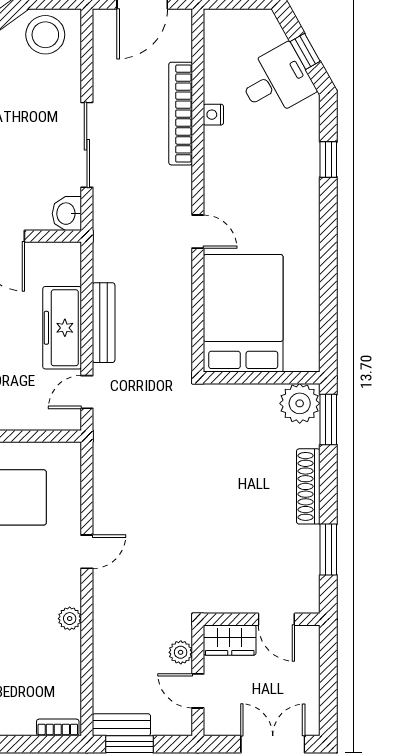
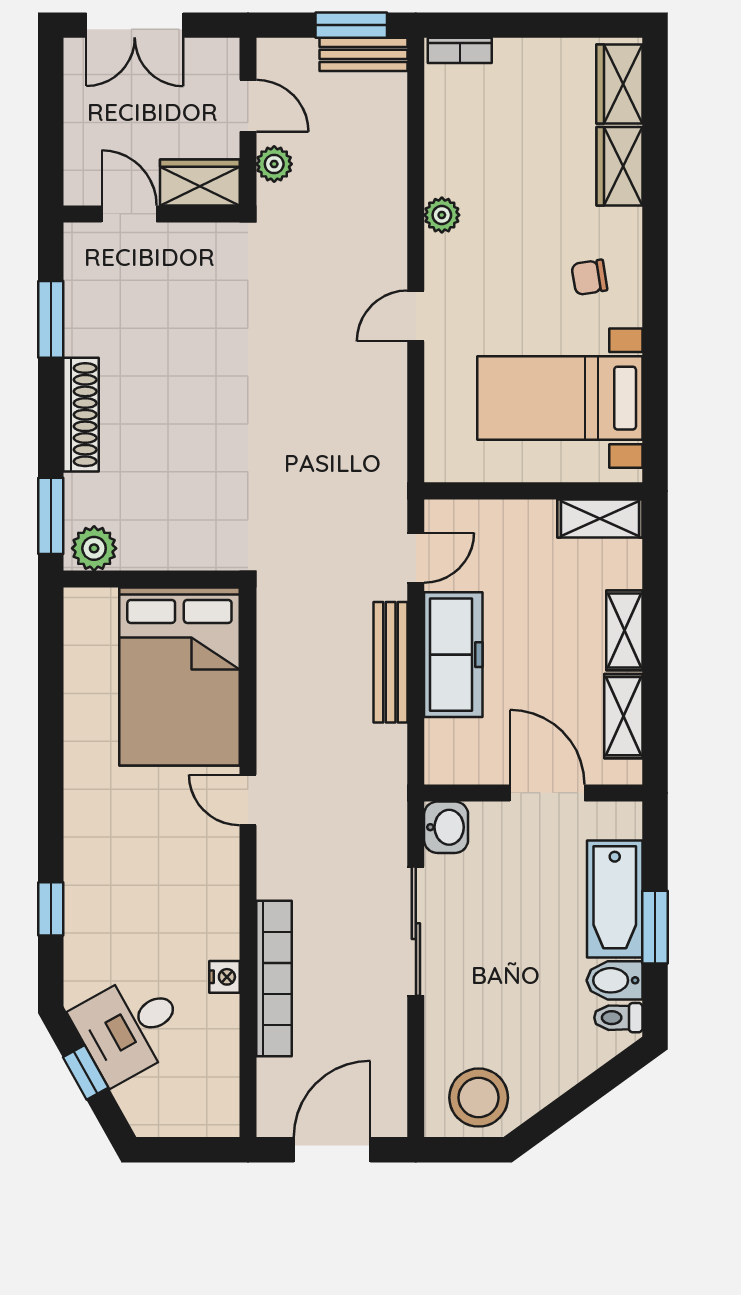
plant: (300, 403) -> (94, 548), width x0.73, depth x0.73

